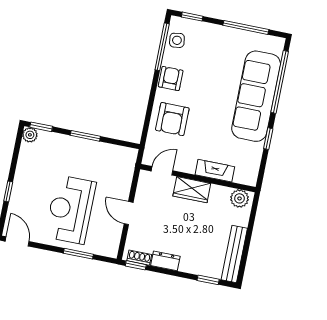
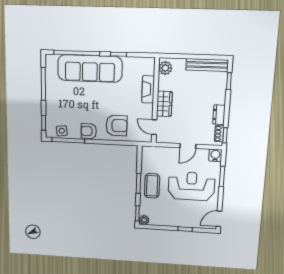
coffee table: (79, 155) -> (152, 186), added
reception desk: (70, 210) -> (191, 186), turned 180
water cooler: (110, 249) -> (215, 155), added

